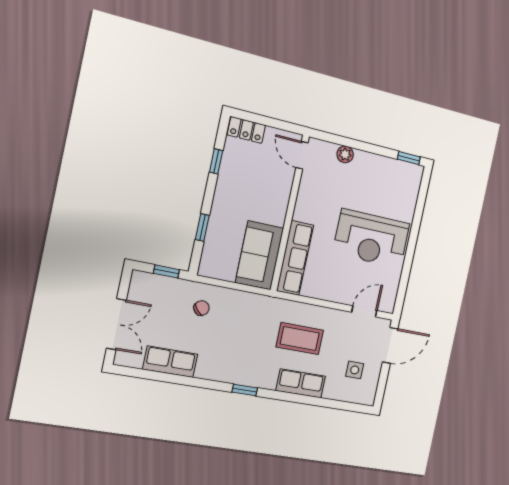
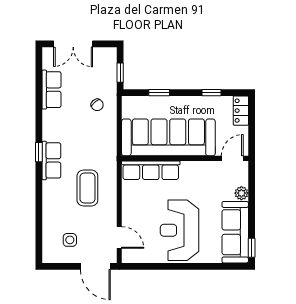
sofa: (388, 173) -> (235, 232), added
sofa: (259, 255) -> (168, 137), width x1.85, depth x1.27
row of seats: (301, 383) -> (51, 160), moved

